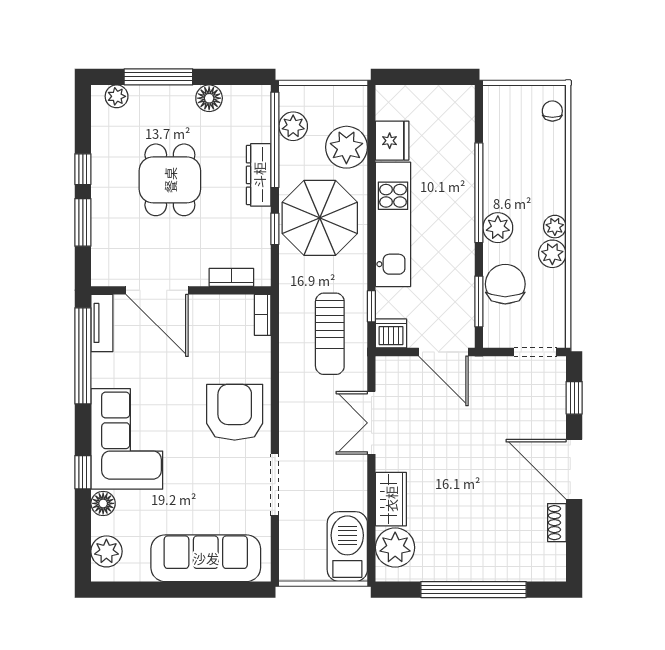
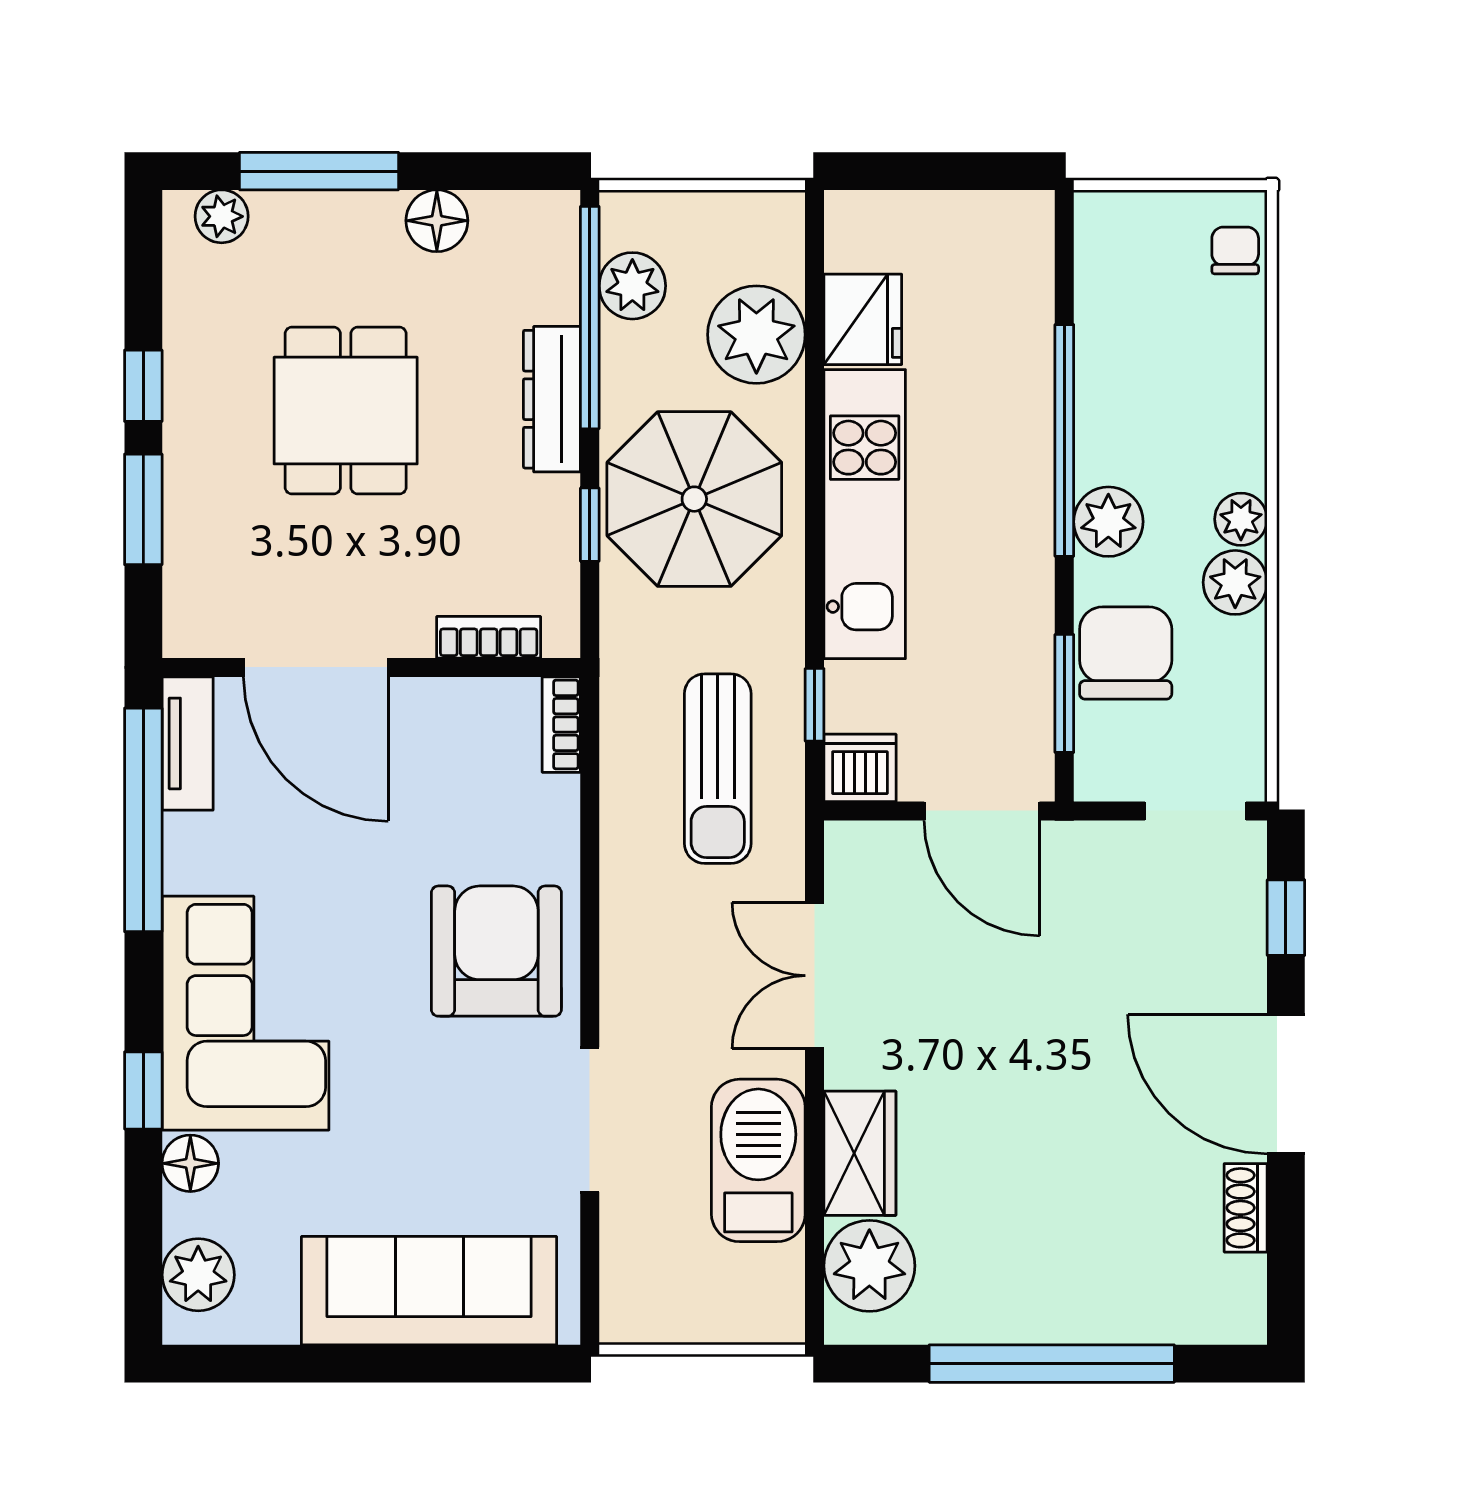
barbecue: (347, 547) -> (758, 1160), moved

